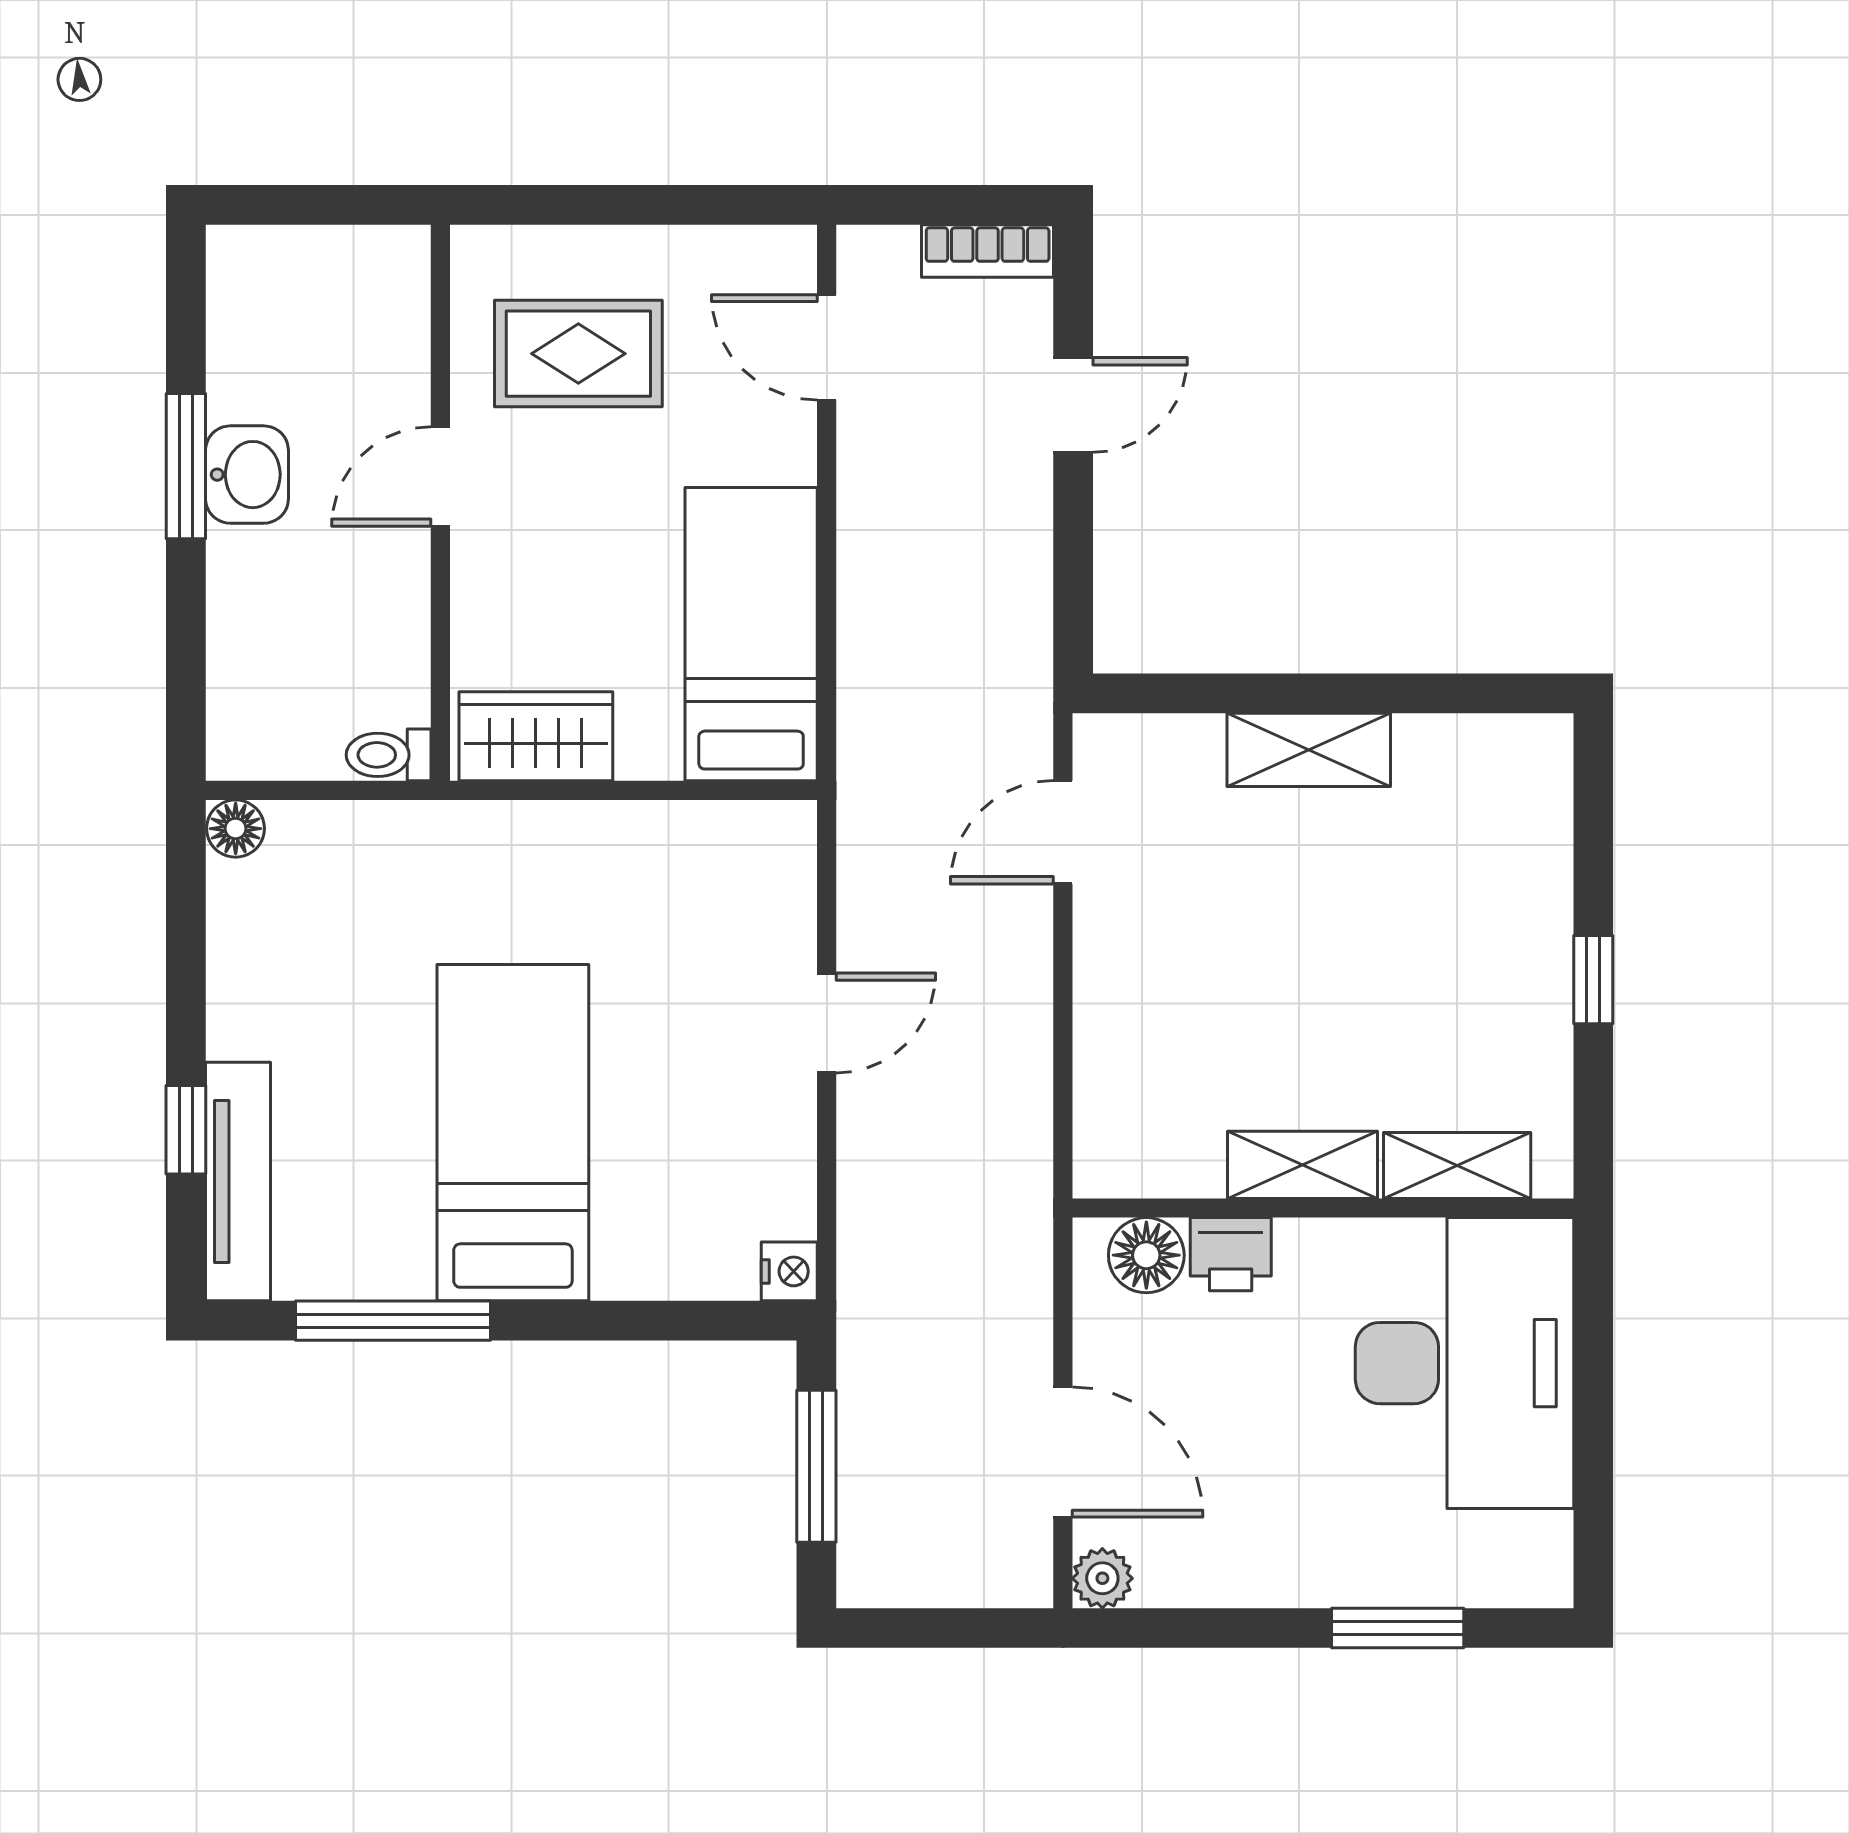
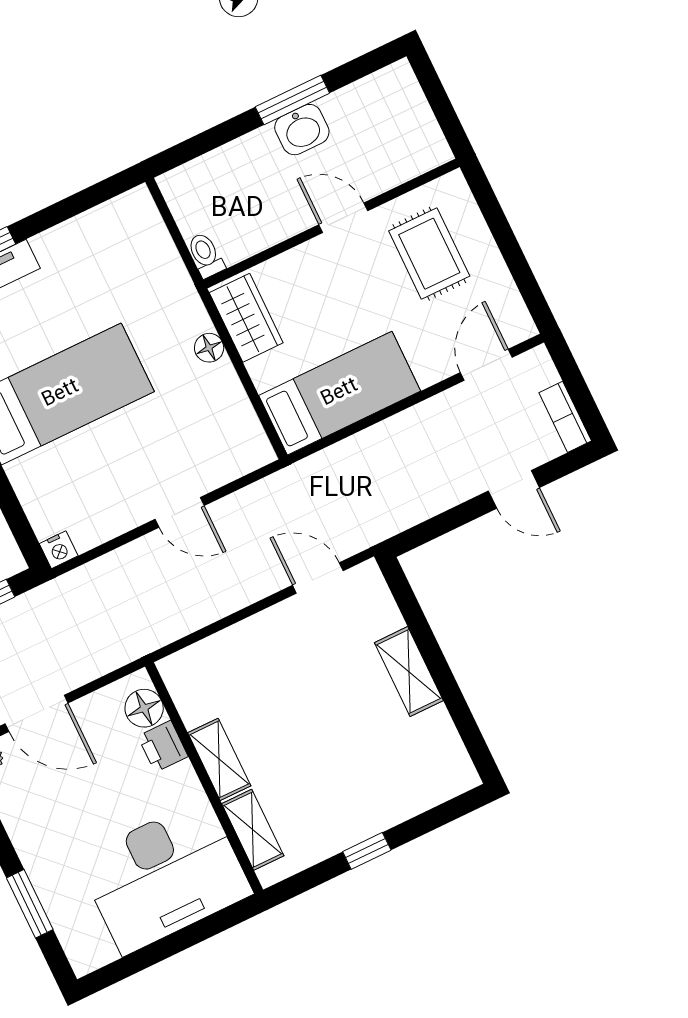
floor lamp: (236, 829) -> (209, 348), moved
door: (1063, 1452) -> (37, 713), hinge flipped

